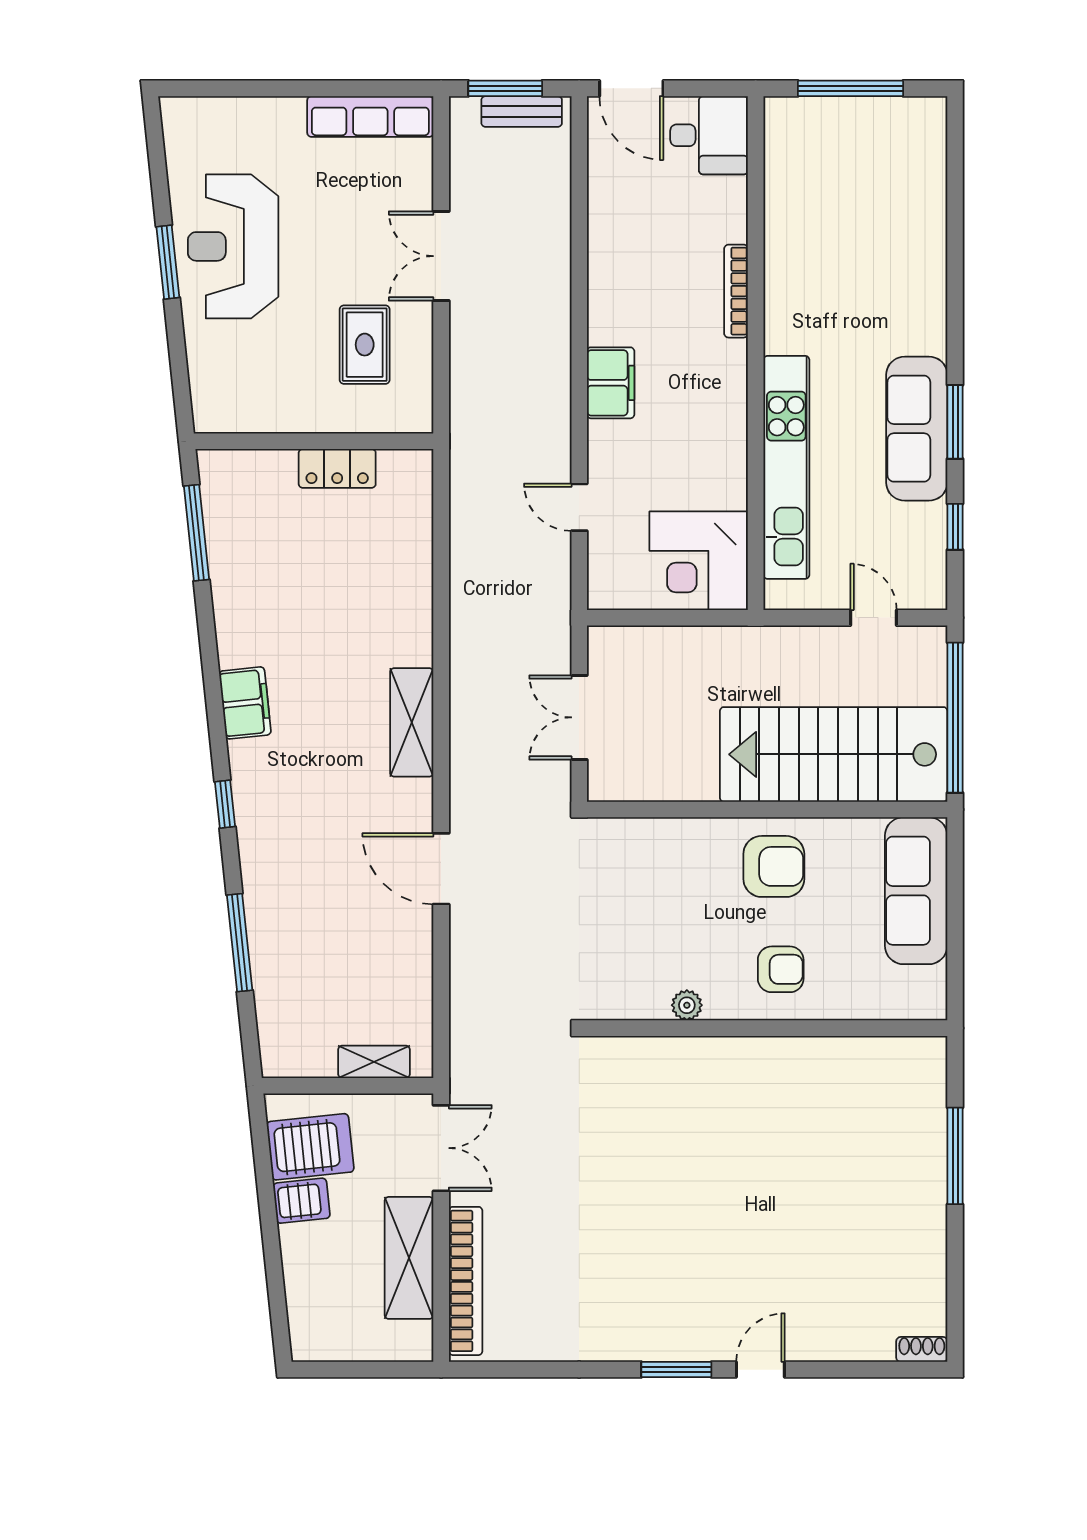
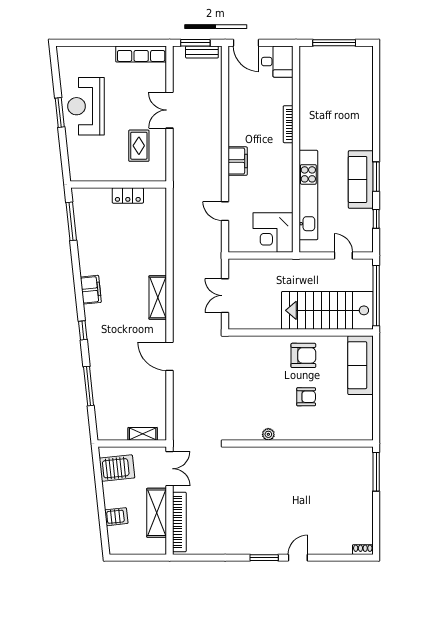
plant: (687, 1005) -> (268, 434), moved
wall: (767, 1028) -> (301, 444), moved
server rack: (302, 1201) -> (116, 517), moved

